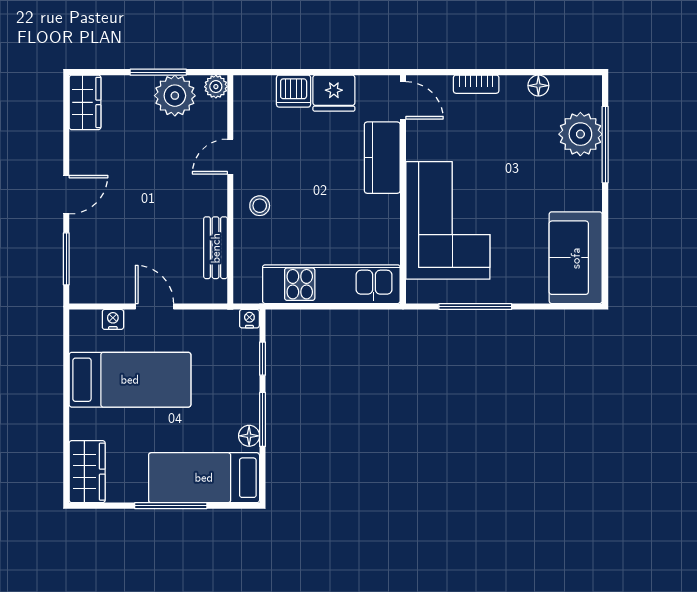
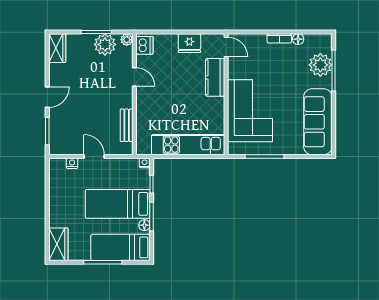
bookcase: (476, 84) -> (279, 38), moved
dishwasher: (294, 91) -> (144, 45), moved, turned -90
door: (230, 157) -> (134, 77), swing flipped
stool: (260, 206) -> (150, 103), removed
sofa: (576, 258) -> (318, 122), width x1.36
bed: (130, 380) -> (118, 204), moved, turned 180

